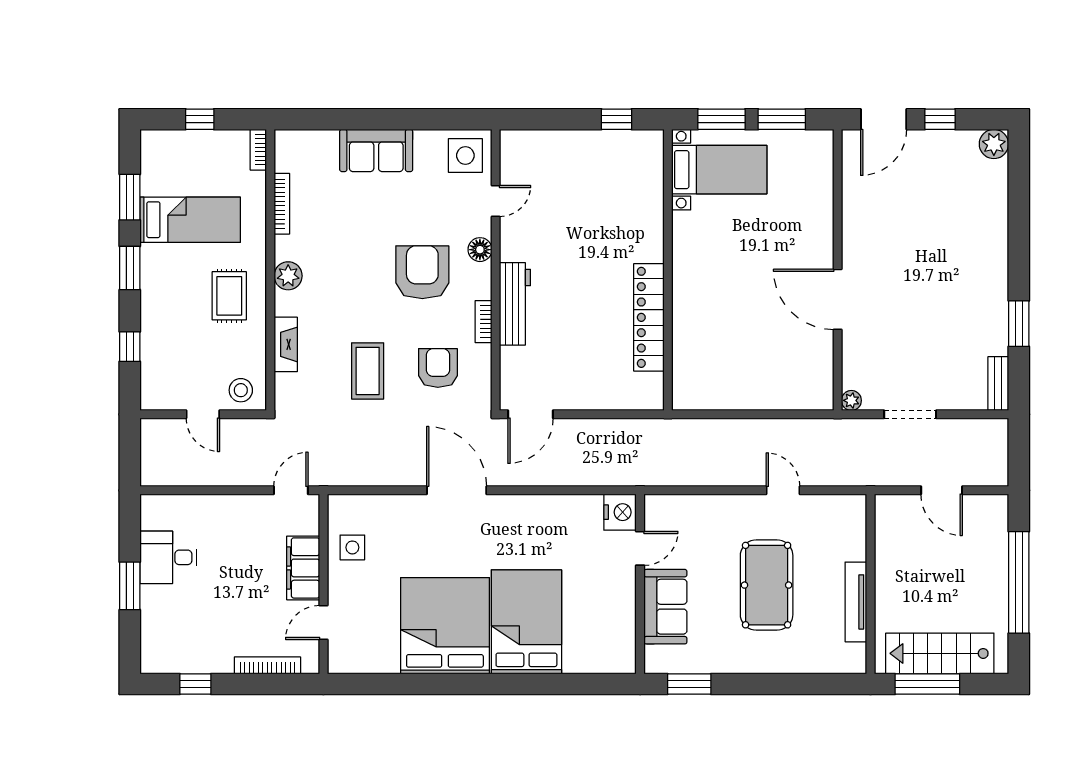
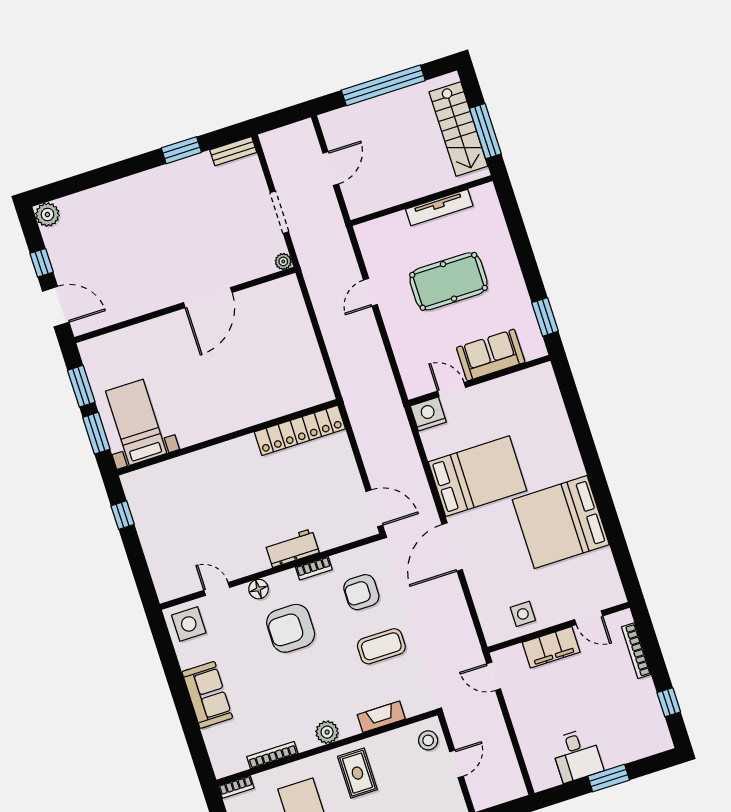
rug: (229, 296) -> (357, 773), turned 90
workbench: (515, 304) -> (292, 548), width x0.73
locker: (649, 317) -> (300, 430), moved
bed: (526, 622) -> (478, 476), moved, turned 180

